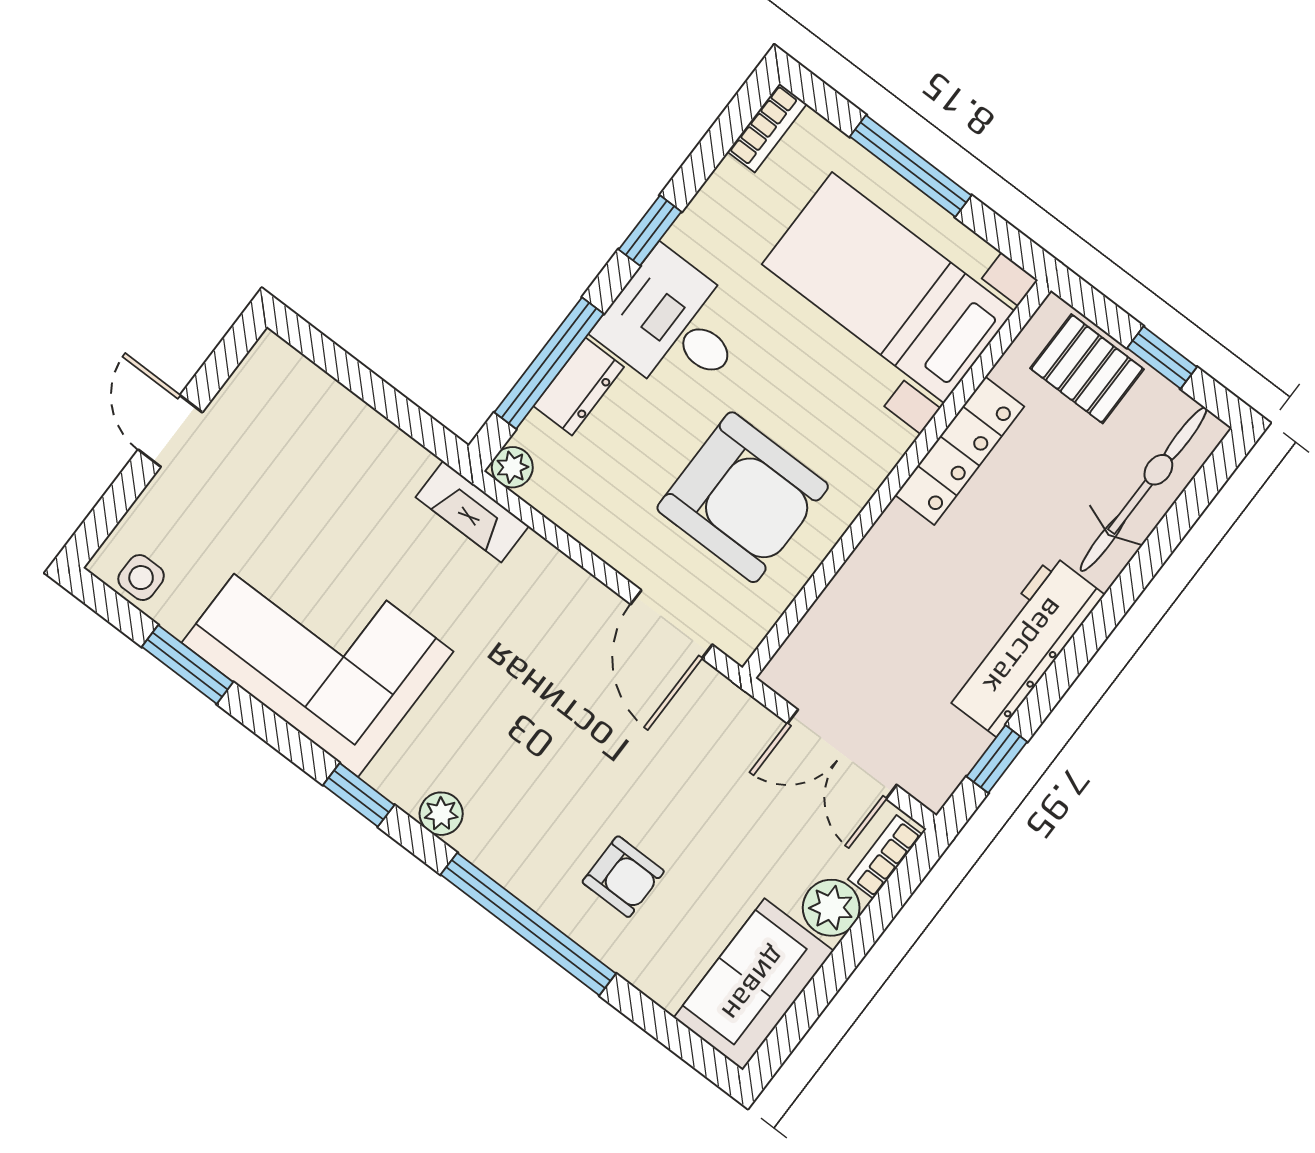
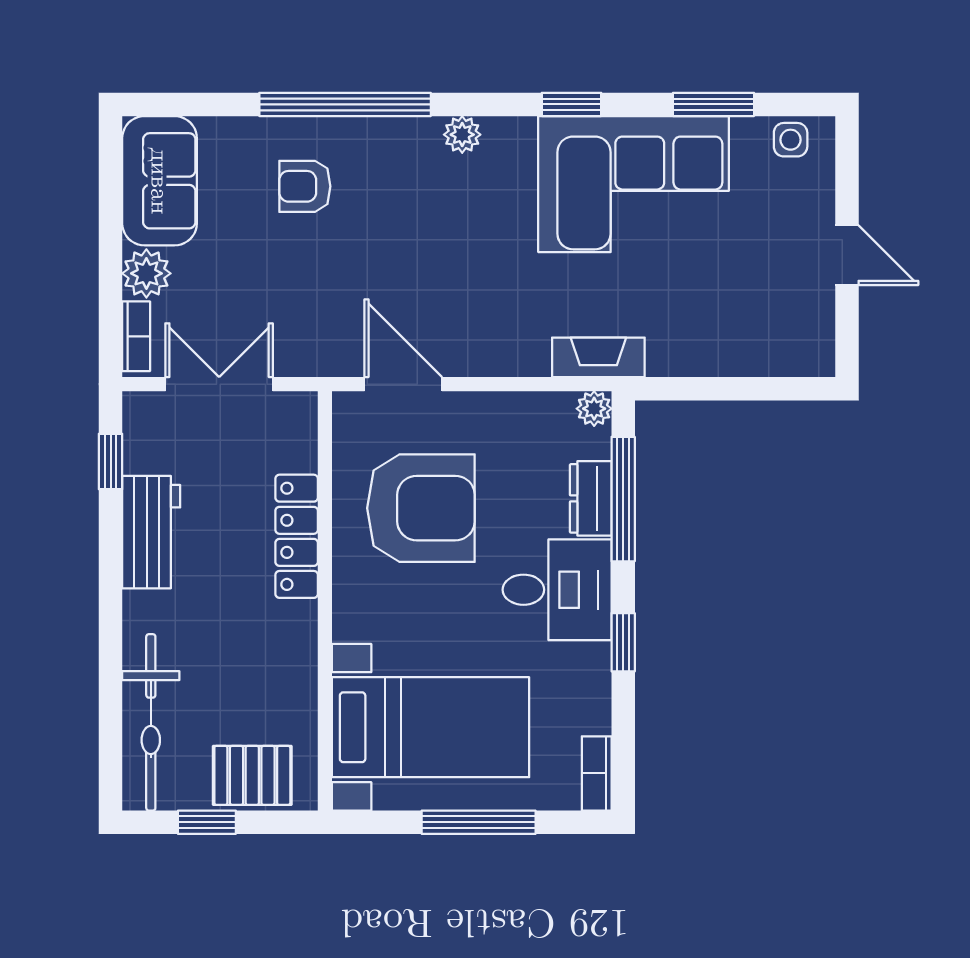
locker: (960, 451) -> (297, 536), moved
armchair: (743, 497) -> (421, 508), turned 180
workbench: (1024, 646) -> (151, 532), width x0.73
window: (359, 795) -> (572, 104), moved

